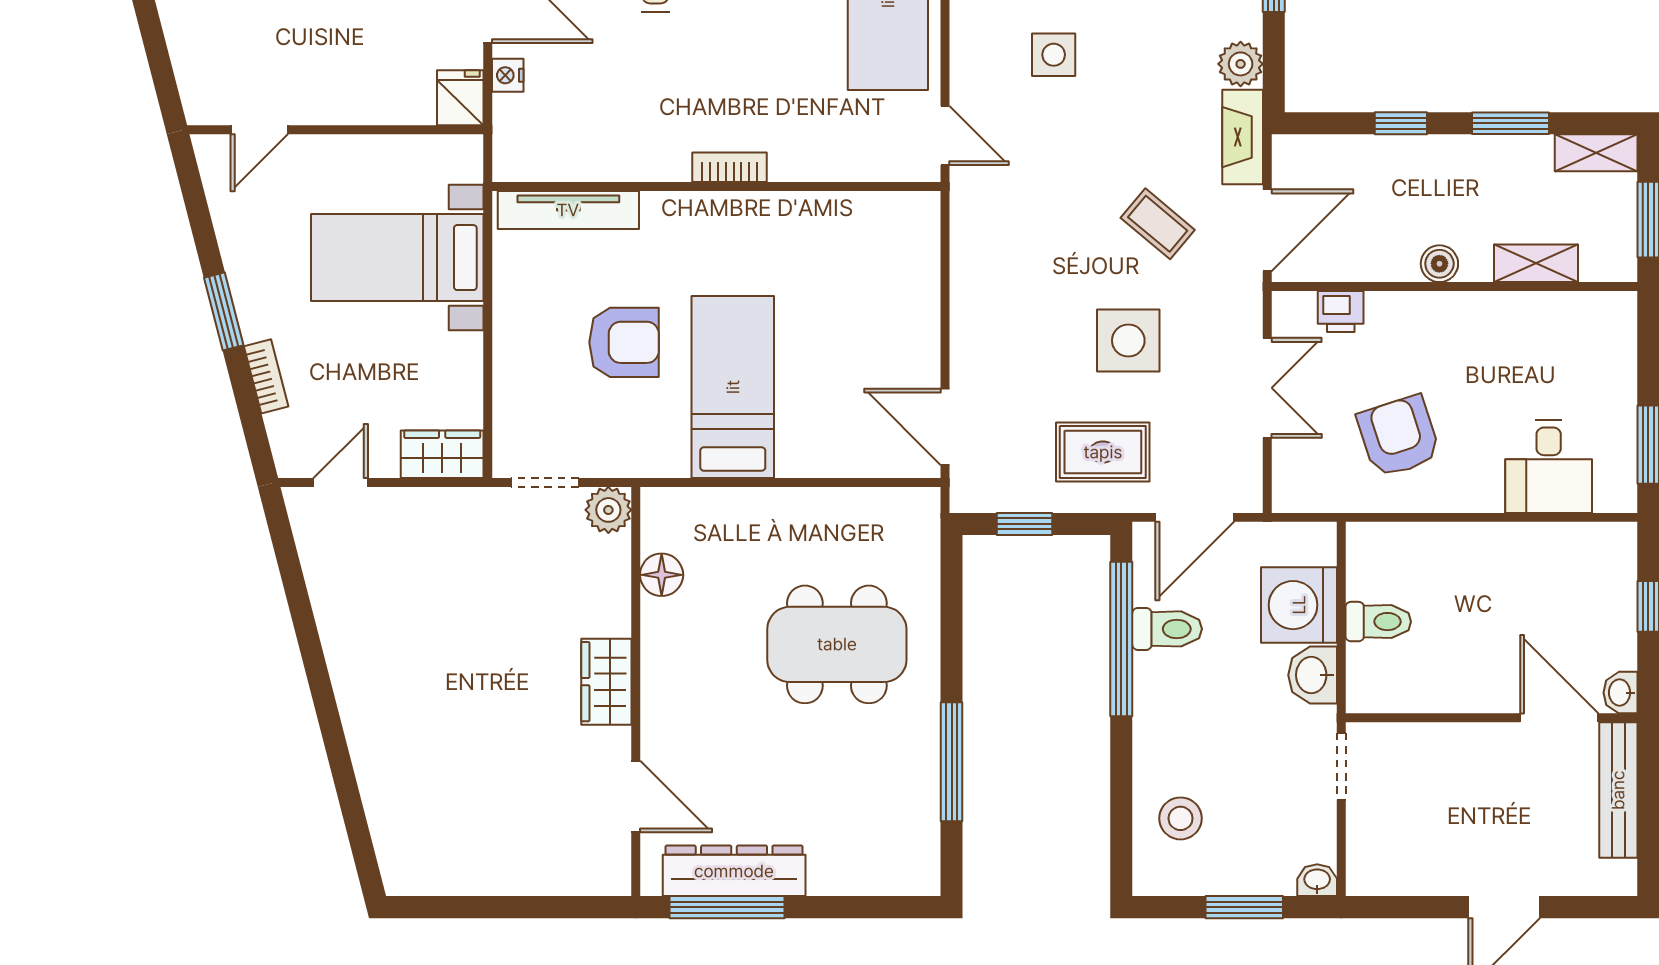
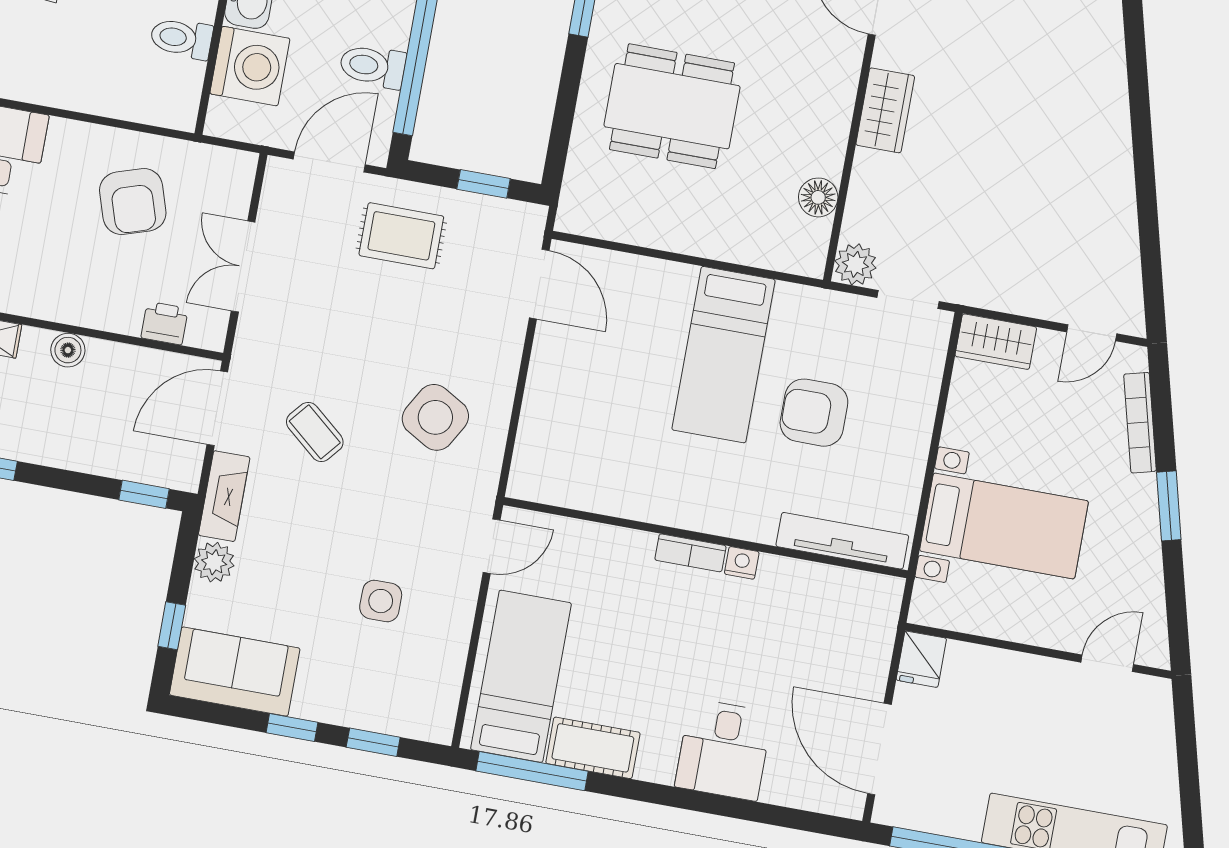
nightstand: (508, 75) -> (742, 563), moved, turned -90
window: (1401, 123) -> (144, 494), moved
door: (945, 135) -> (492, 546), swing flipped
side table: (1128, 341) -> (435, 417), moved, turned 30
bookcase: (266, 376) -> (1140, 423), width x1.56

